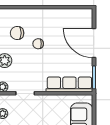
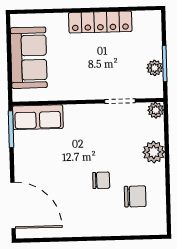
door: (94, 43) -> (13, 205), moved
row of seats: (69, 84) -> (38, 117), width x0.68

